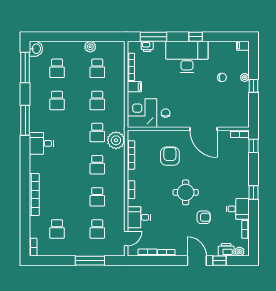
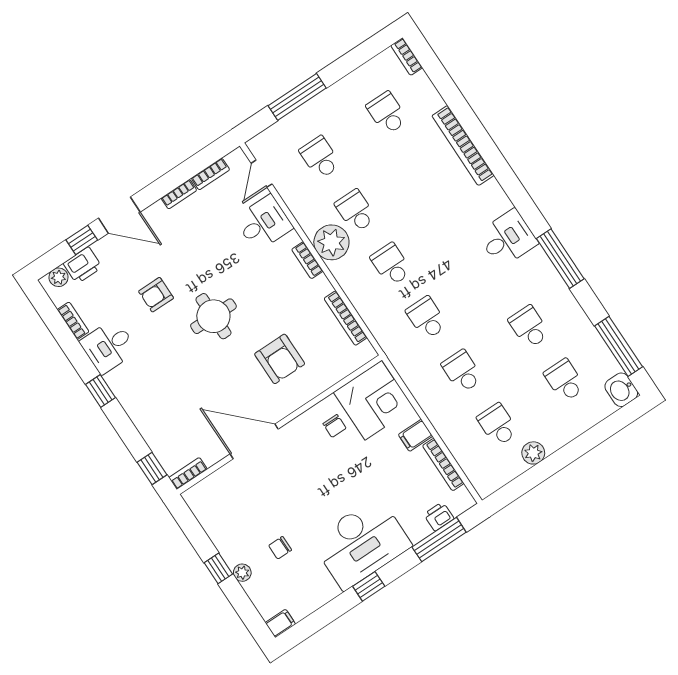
plant: (116, 140) -> (331, 242), moved

